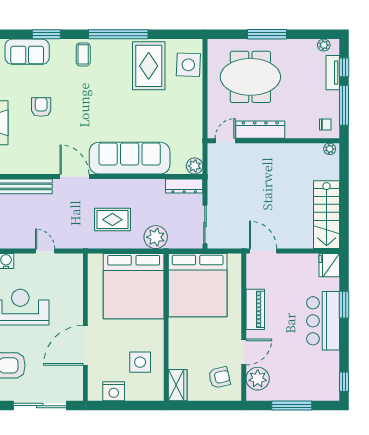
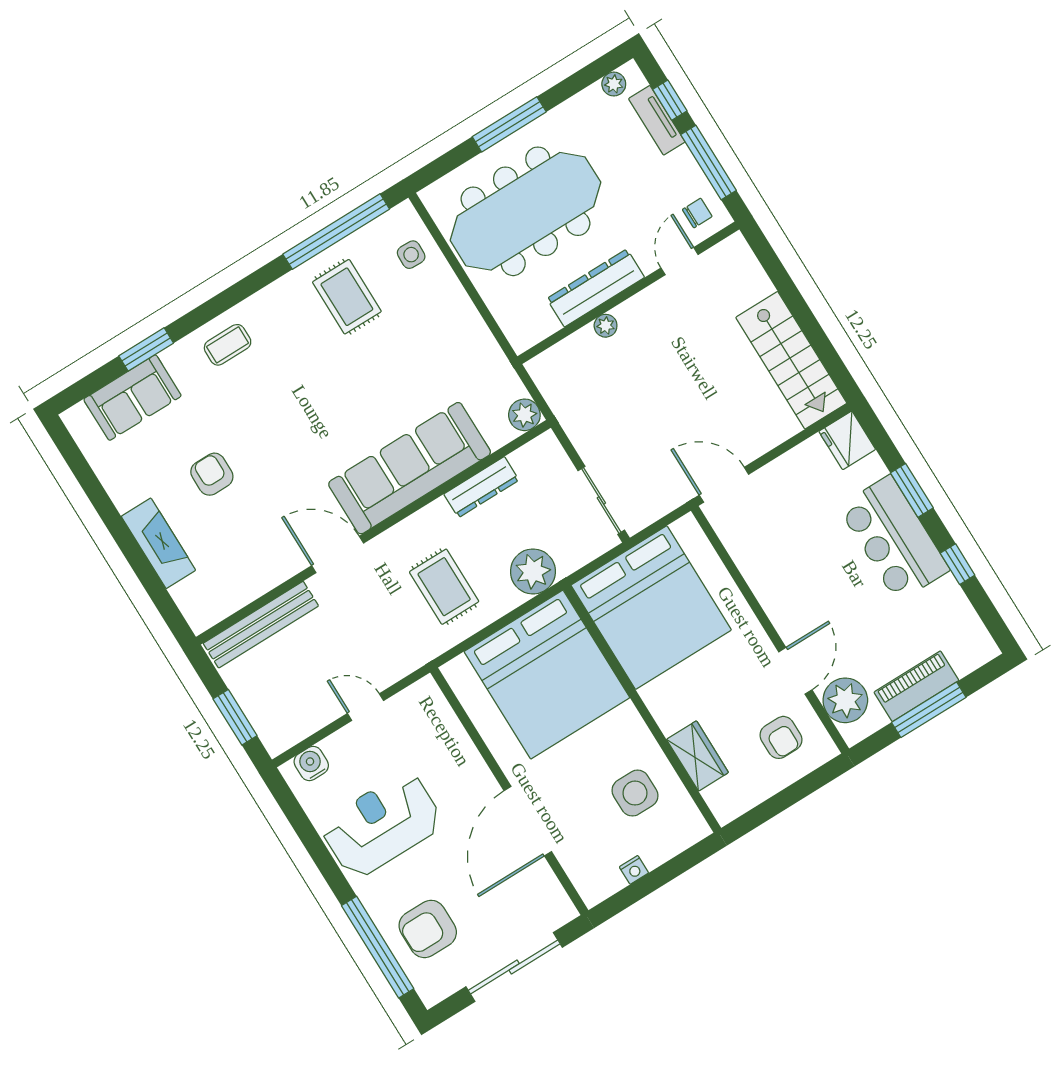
window: (118, 34) -> (336, 232), moved
coffee table: (83, 54) -> (228, 345), turned 90
side table: (188, 65) -> (411, 255), width x0.54, depth x0.54
rug: (149, 66) -> (347, 297), width x0.73, depth x0.70
meeting table: (250, 77) -> (525, 211), width x1.36
door: (225, 141) -> (679, 261), moved
plant: (330, 149) -> (606, 326), moved
dresser: (184, 186) -> (481, 487), moved
rug: (112, 220) -> (444, 587), turned 90
piano: (255, 309) -> (916, 686), moved, turned -90
armchair: (219, 377) -> (781, 737), turned 103
window: (344, 382) -> (958, 564), moved
wardrobe: (178, 385) -> (697, 756), moved
nightstand: (114, 391) -> (634, 870), width x0.53, depth x0.56

